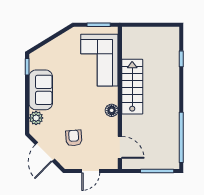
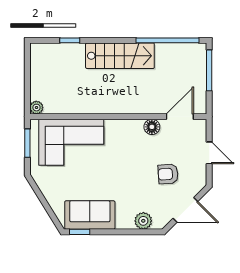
plant: (127, 32) -> (36, 108), added
stairs: (132, 87) -> (120, 56), moved, turned 180
sofa: (41, 90) -> (90, 215), moved
floor lamp: (112, 110) -> (152, 127), moved

